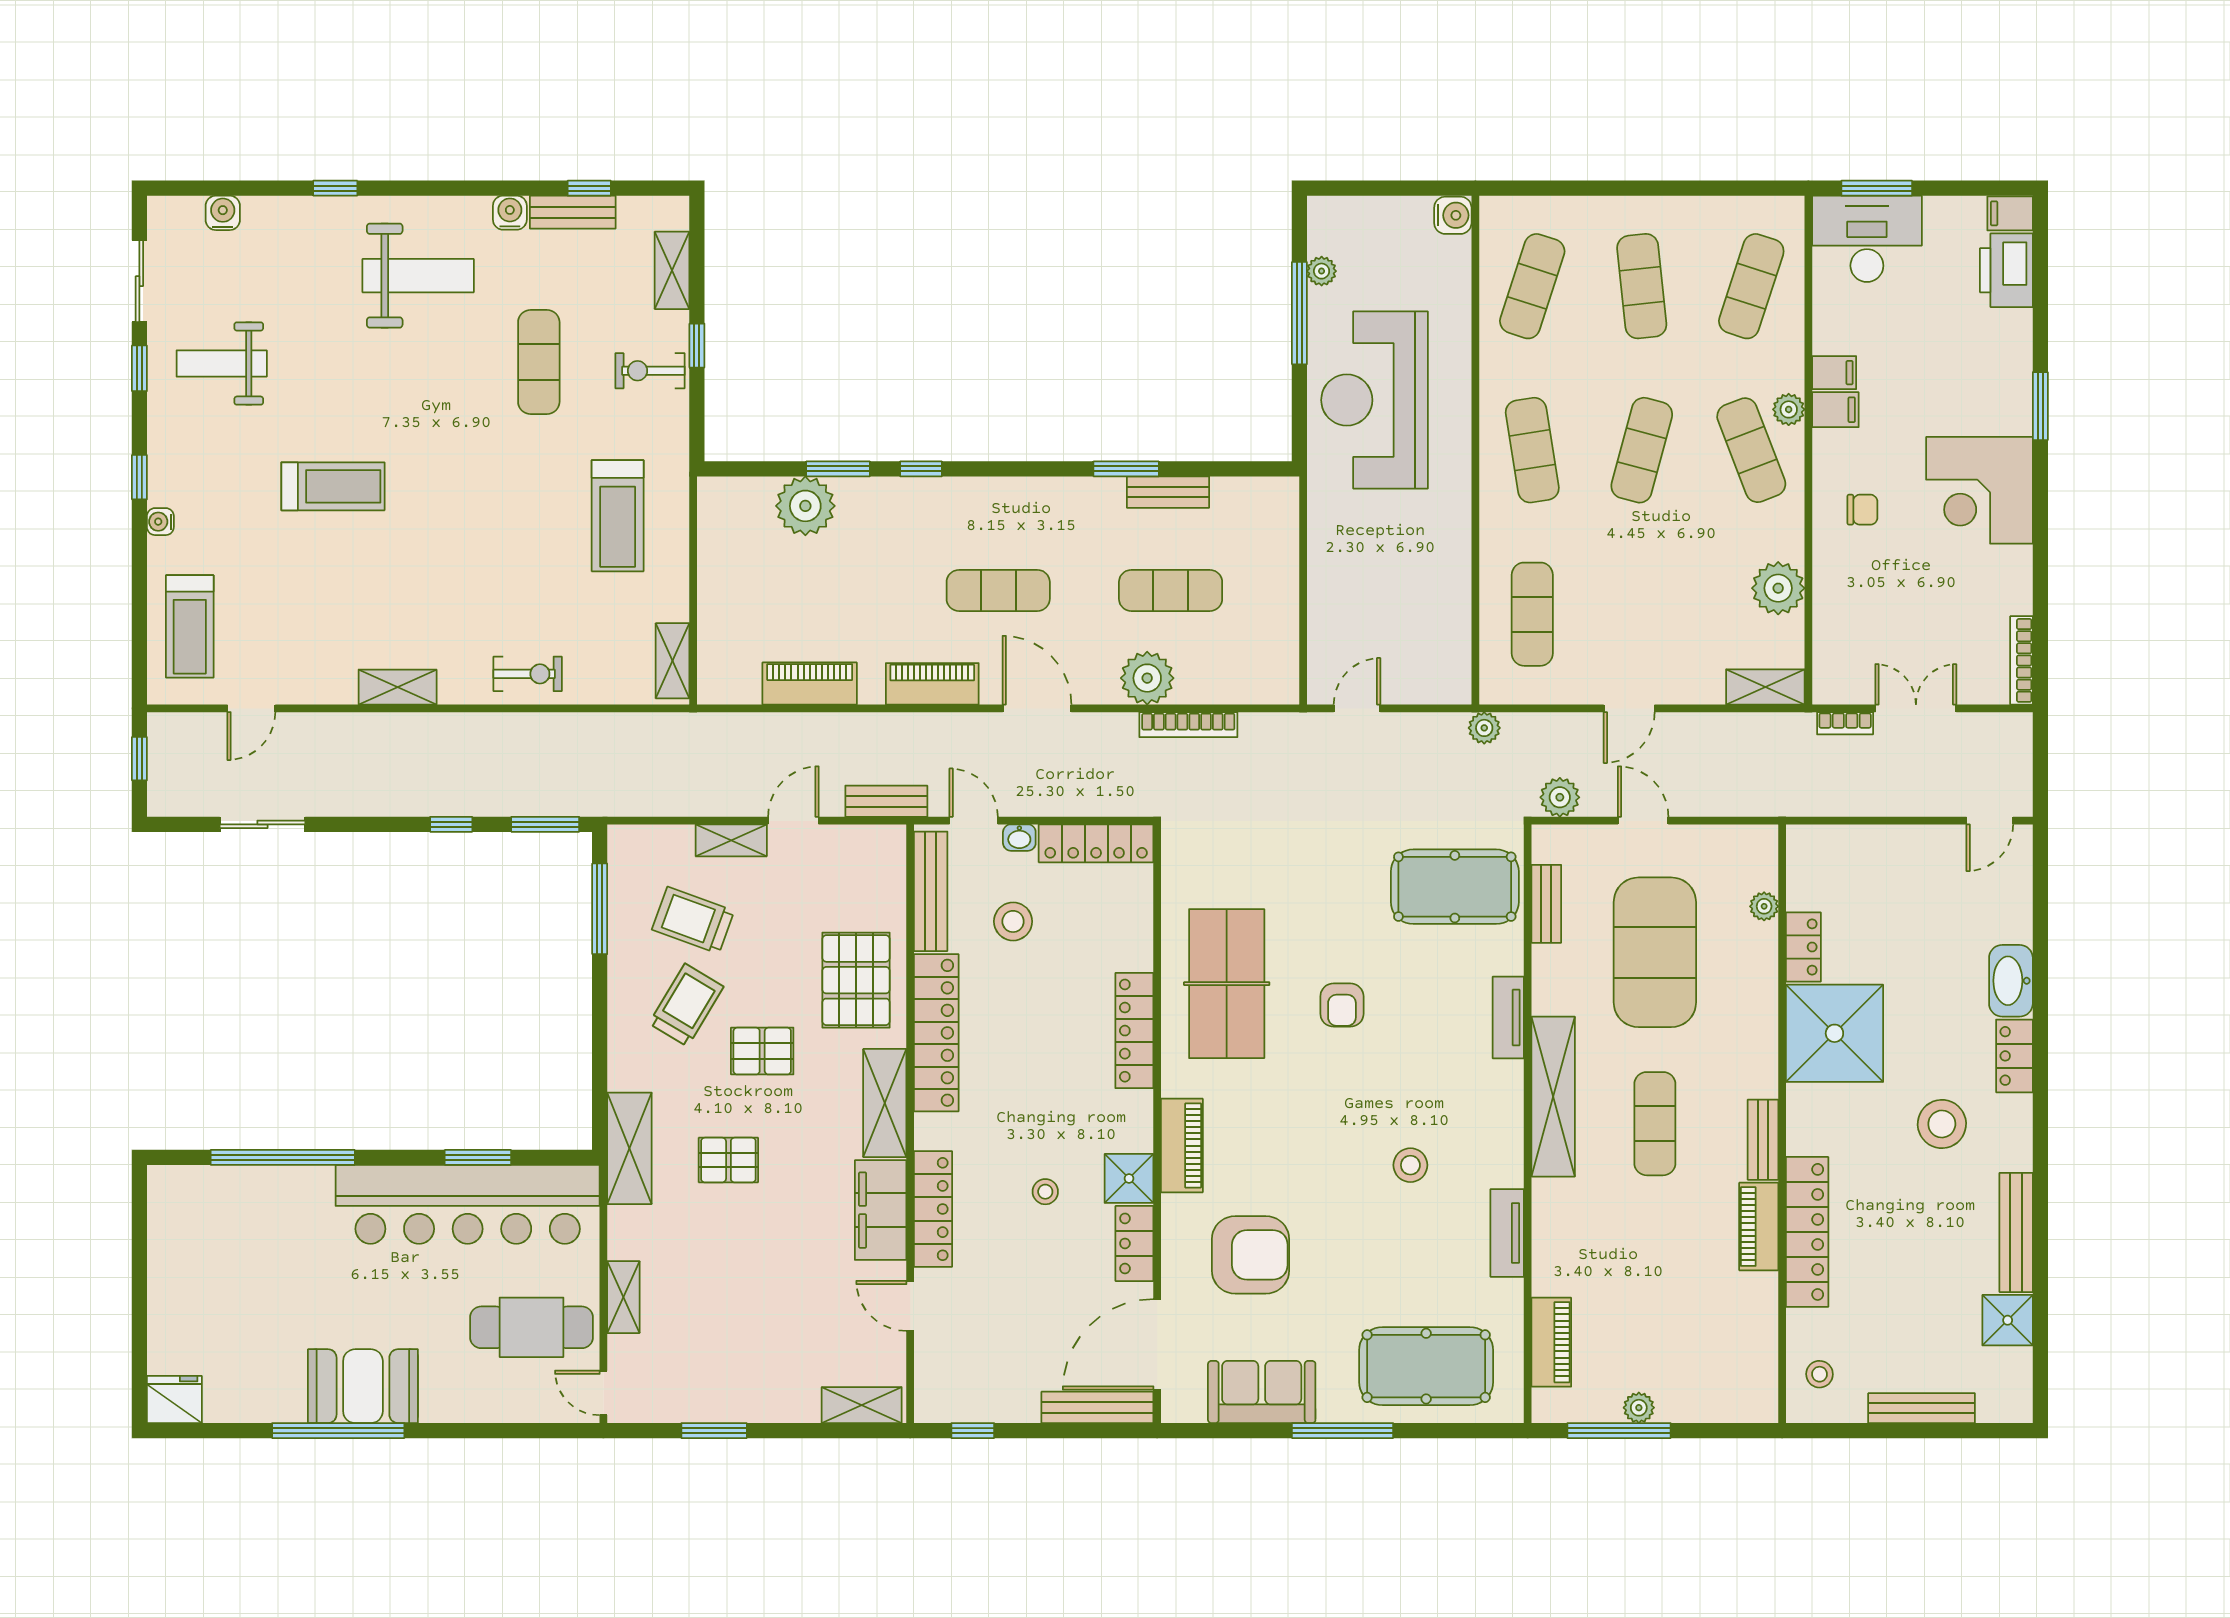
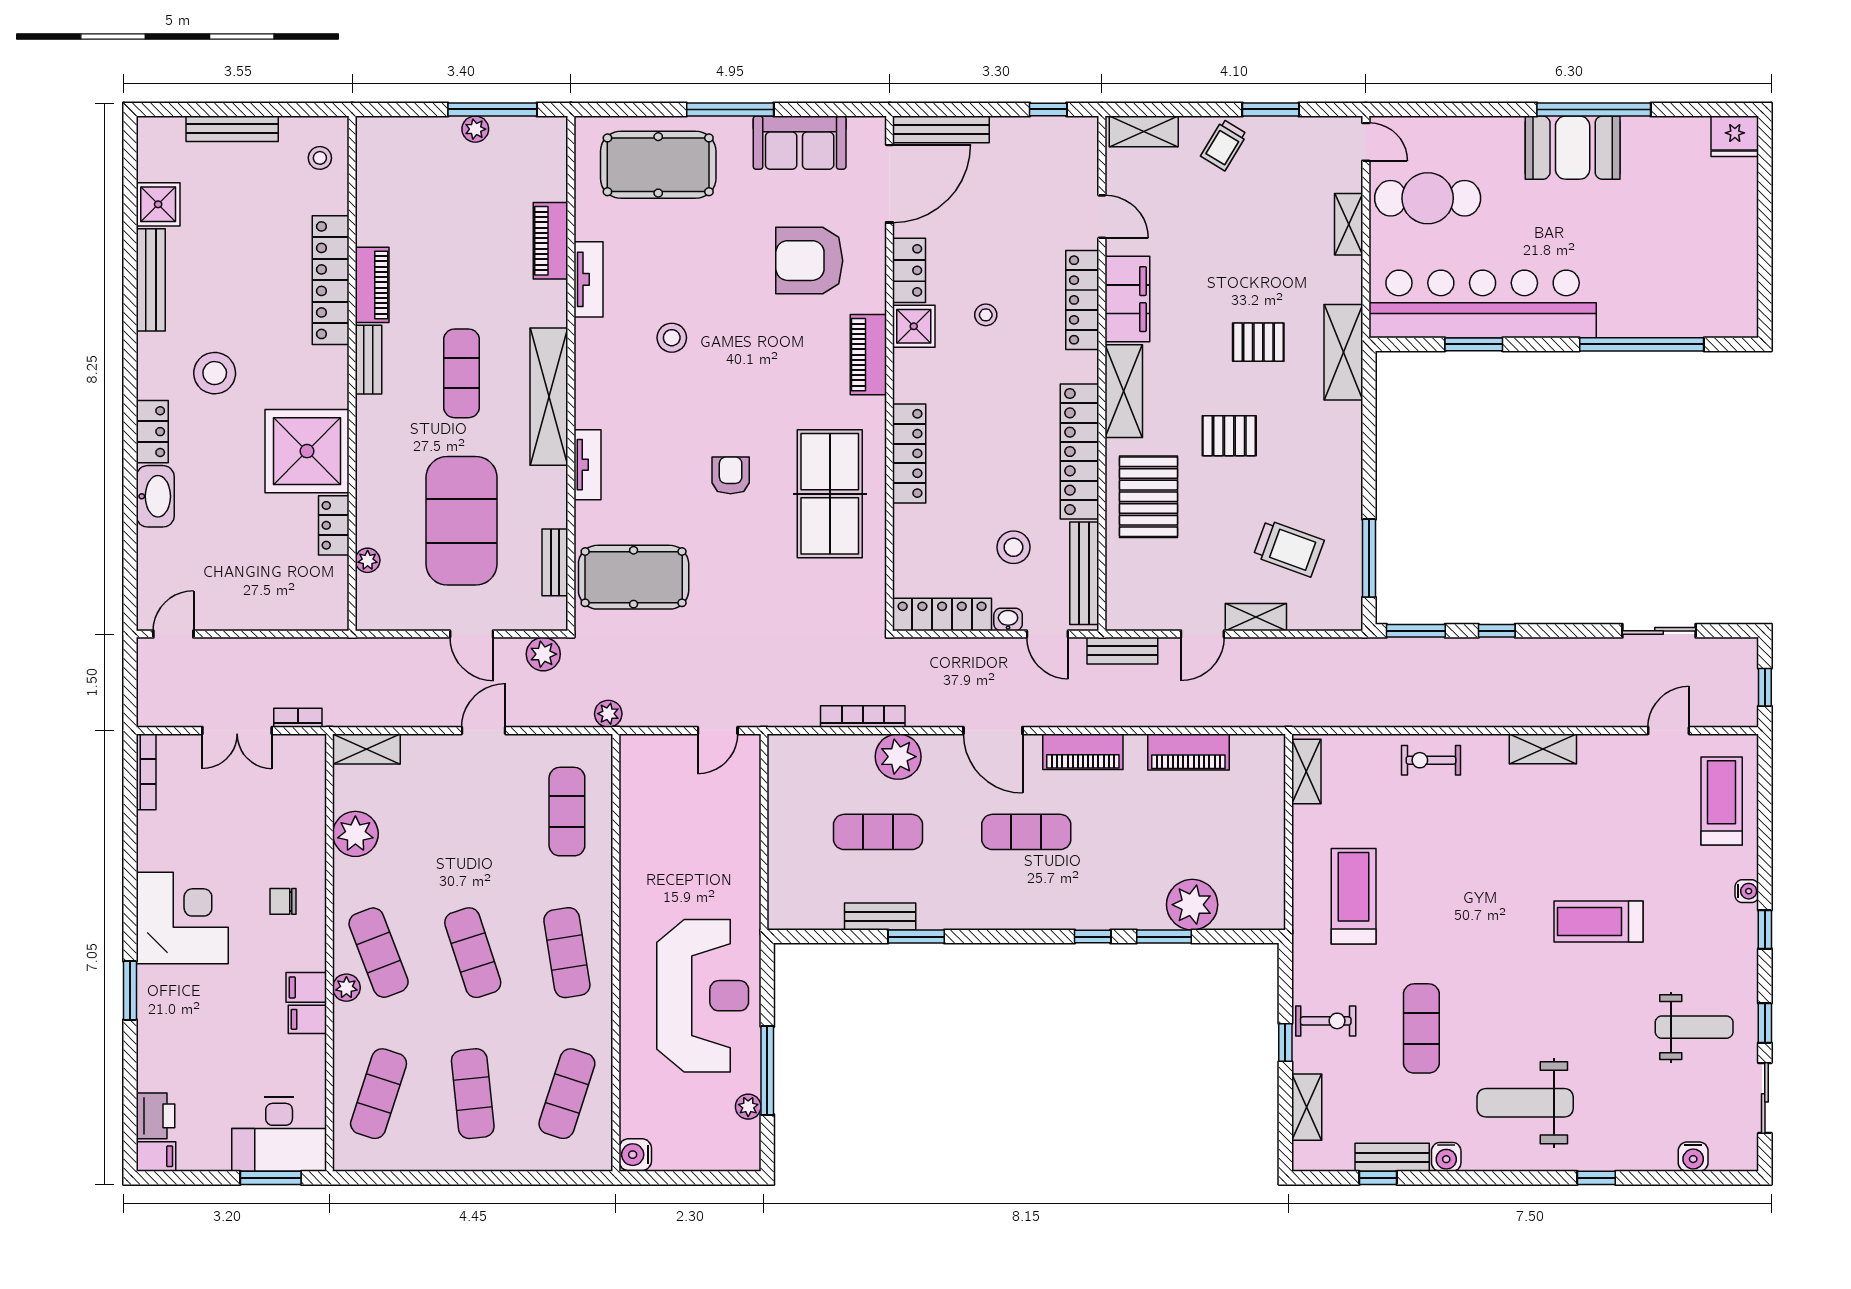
printer: (2006, 270) -> (155, 1116), width x0.73, depth x0.84
exercise mat: (1642, 450) -> (473, 953), turned -33
trolley: (686, 1005) -> (1224, 145), moved, width x0.73, depth x0.72
piano: (1551, 1342) -> (551, 241), moved

